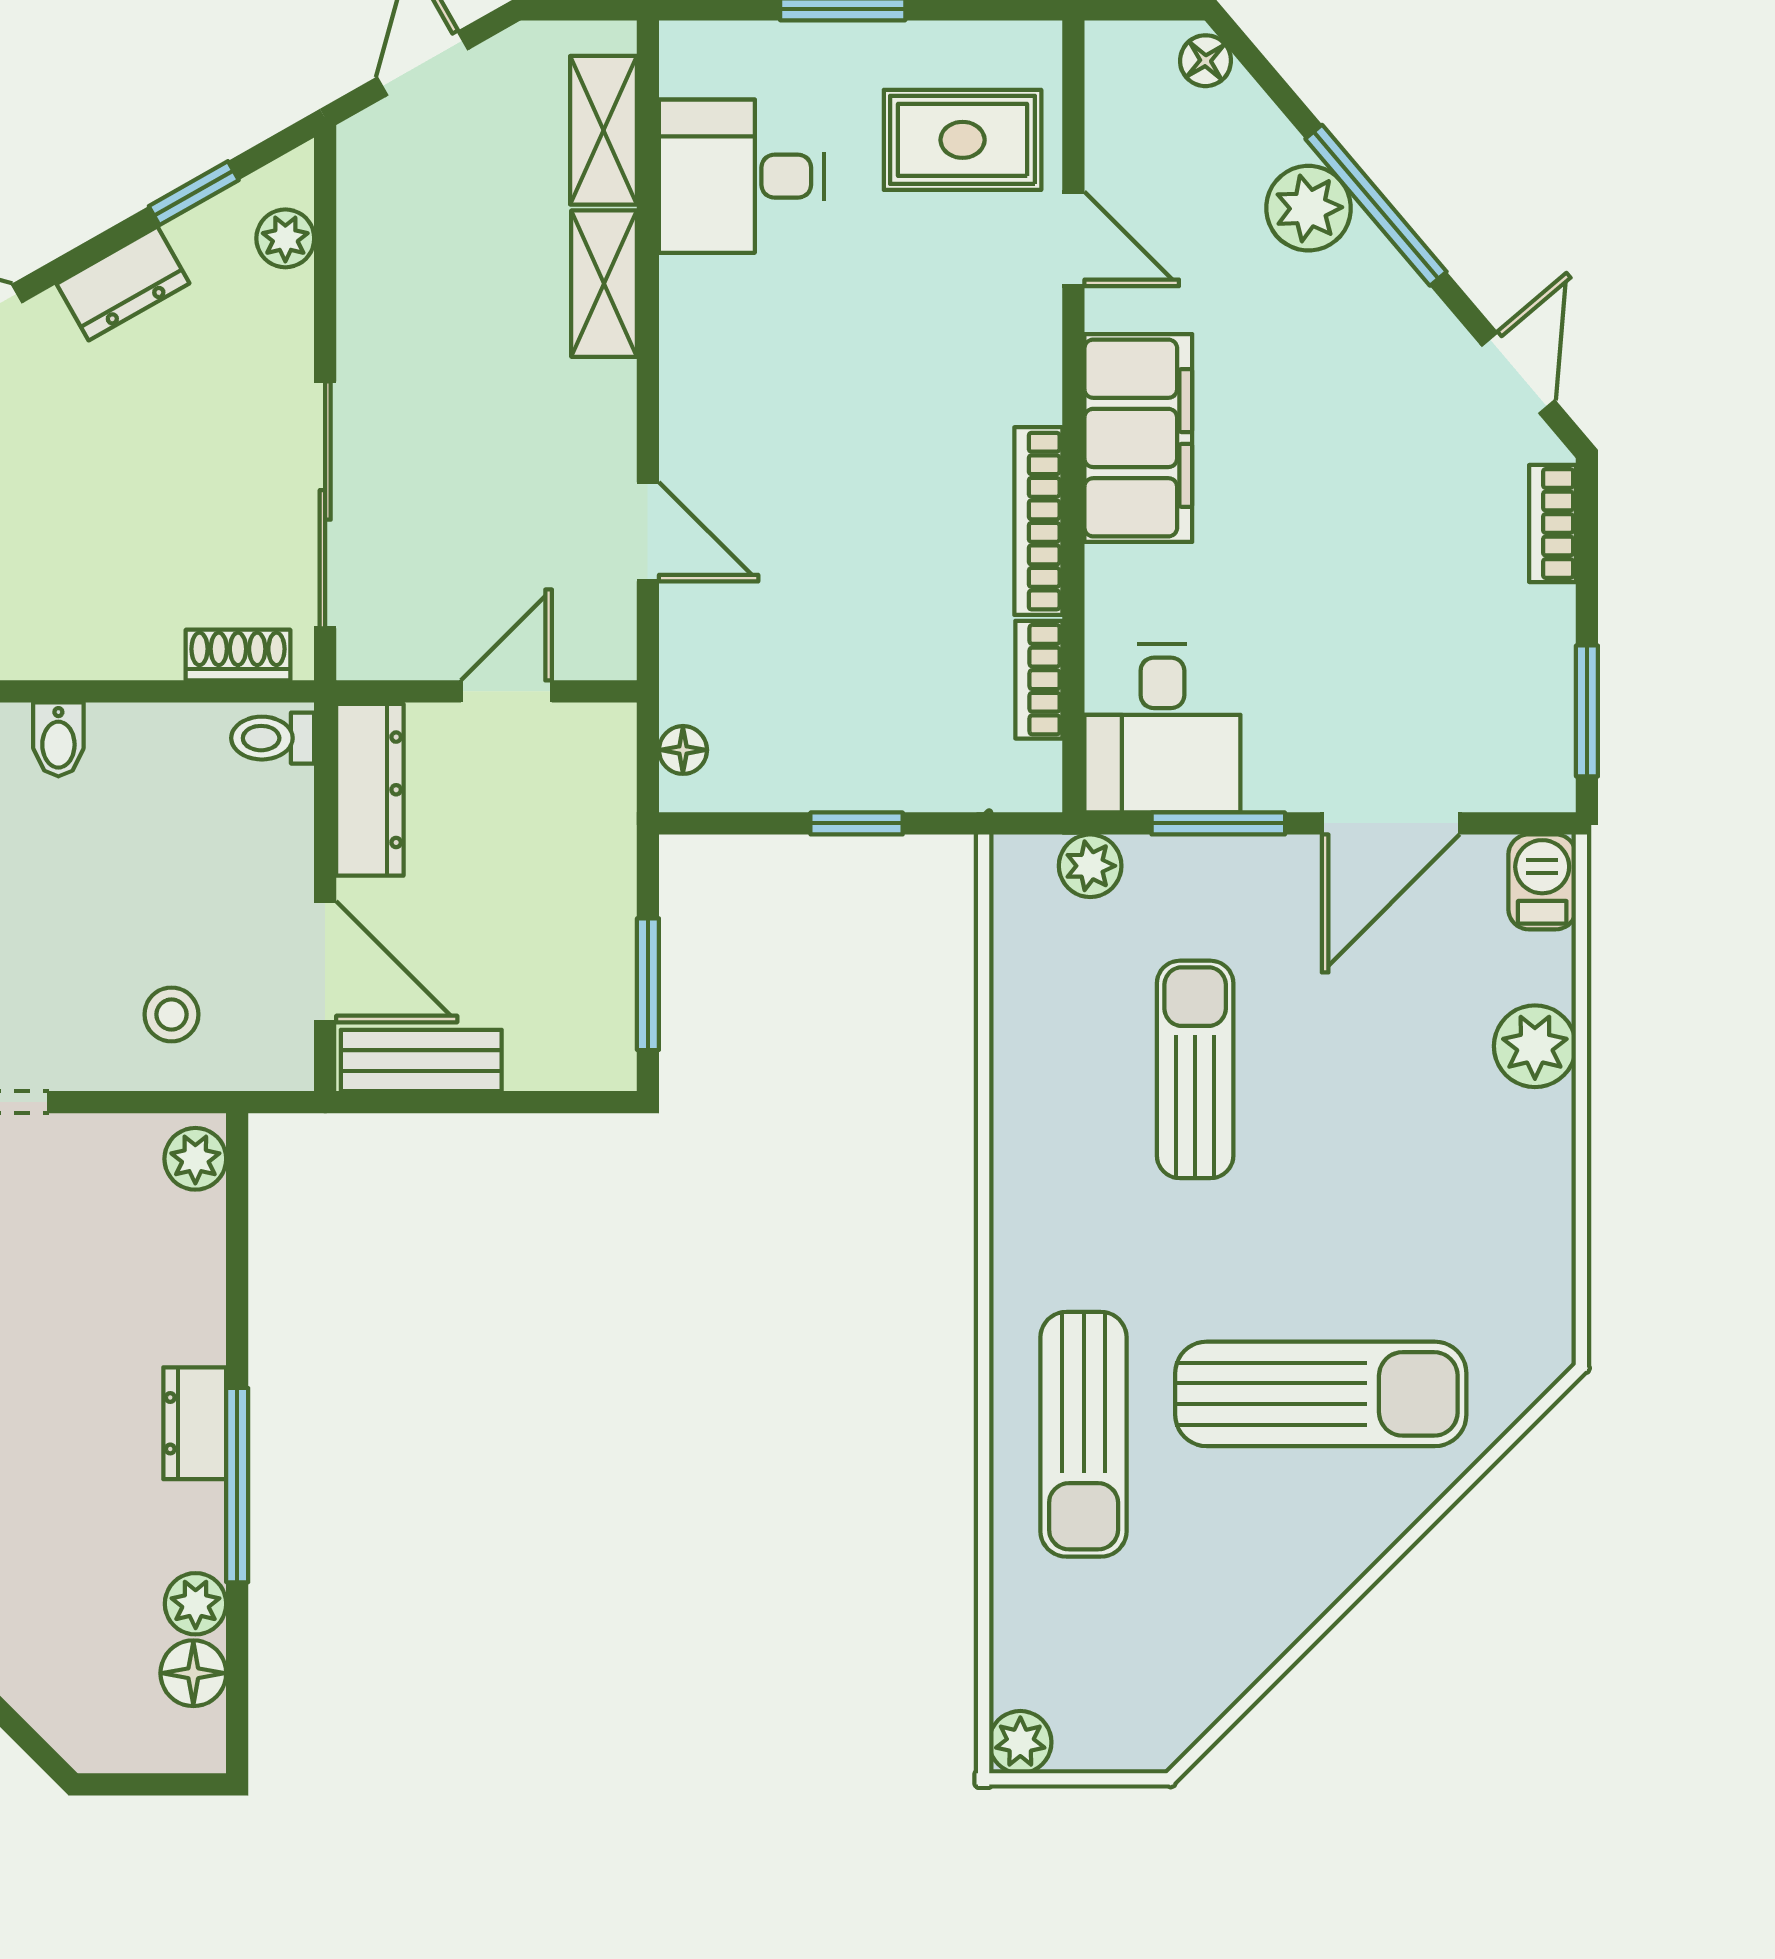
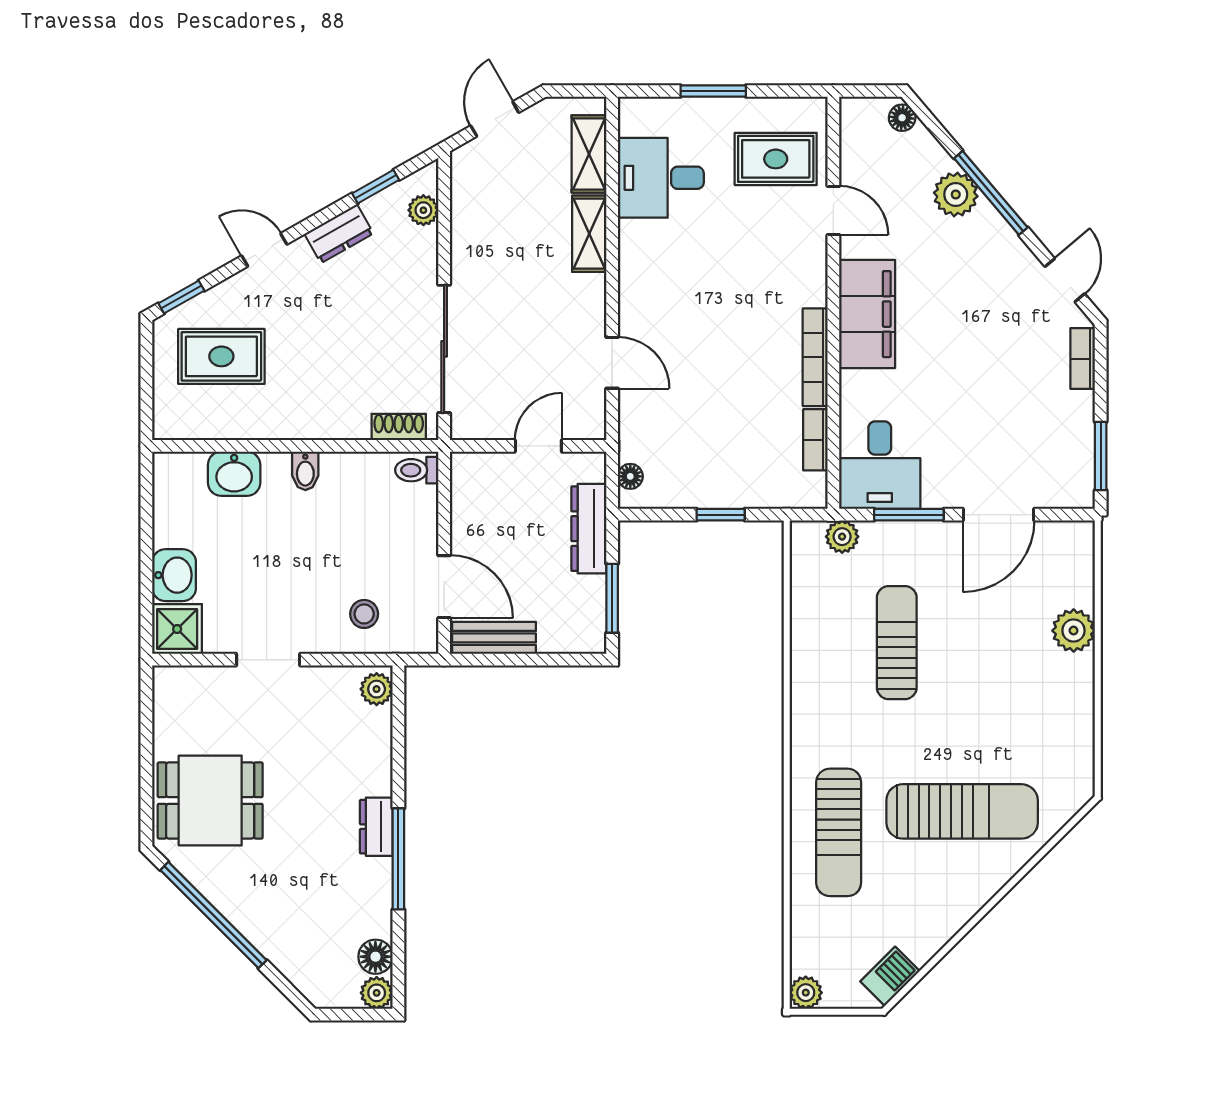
dresser: (370, 790) -> (589, 529), moved, turned 180
barbecue: (1542, 882) -> (890, 976), moved, turned 45
plant: (196, 1604) -> (377, 993), moved

